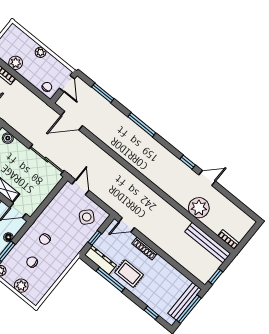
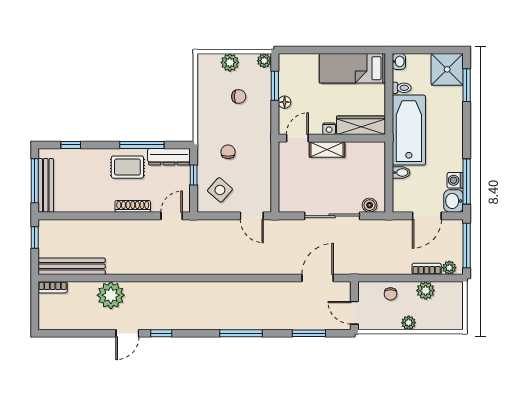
chair: (47, 87) -> (390, 294), moved
sliding door: (47, 160) -> (332, 216), moved
chair: (45, 239) -> (228, 152), moved

